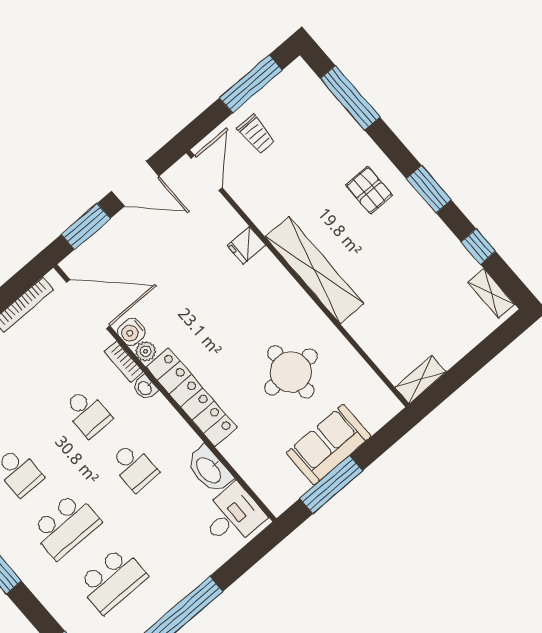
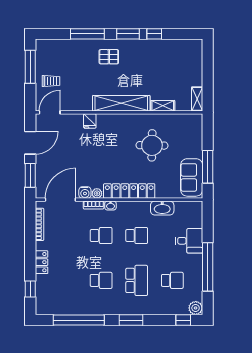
window: (350, 98) -> (87, 34), moved
door: (207, 173) -> (50, 112), hinge flipped
window: (478, 246) -> (154, 34), moved
shelving: (491, 293) -> (163, 106), moved
sofa: (329, 445) -> (192, 177), moved
desk: (232, 516) -> (189, 241), moved, turned 90
school desk: (112, 580) -> (172, 280), width x0.54

